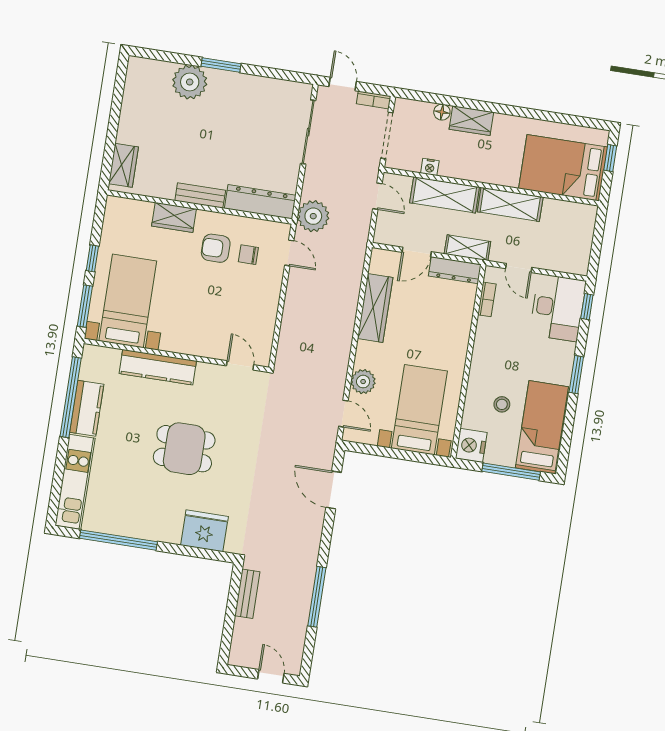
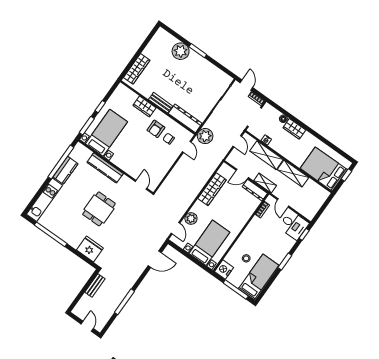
wardrobe: (123, 165) -> (137, 69), width x1.50
armchair: (216, 248) -> (156, 129), turned -90
desk: (558, 308) -> (294, 225), width x0.73
dining table: (184, 449) -> (99, 209), turned 90
door: (334, 490) -> (155, 259), swing flipped

